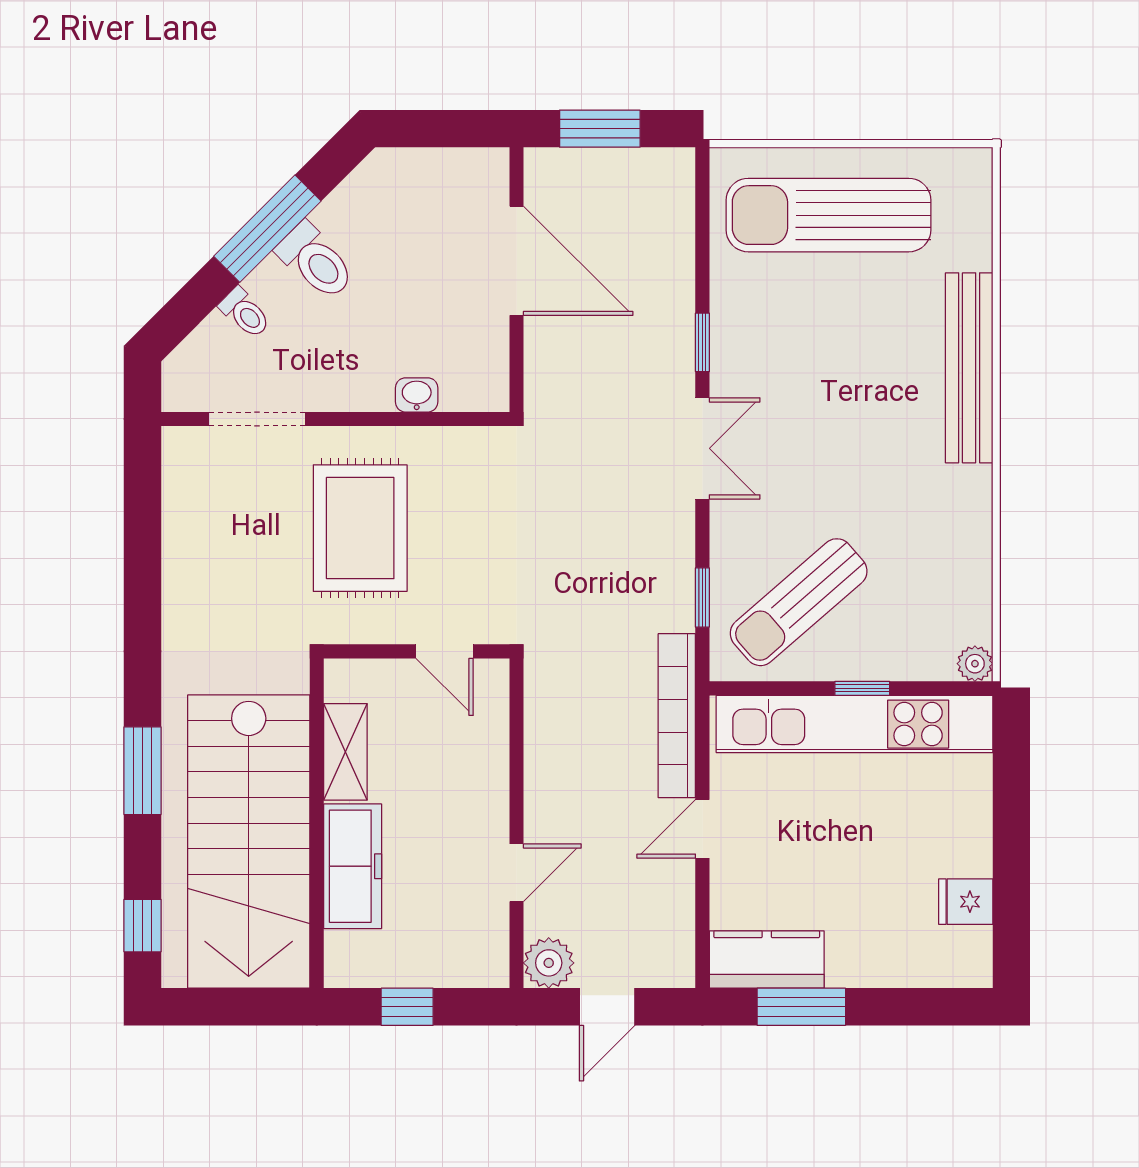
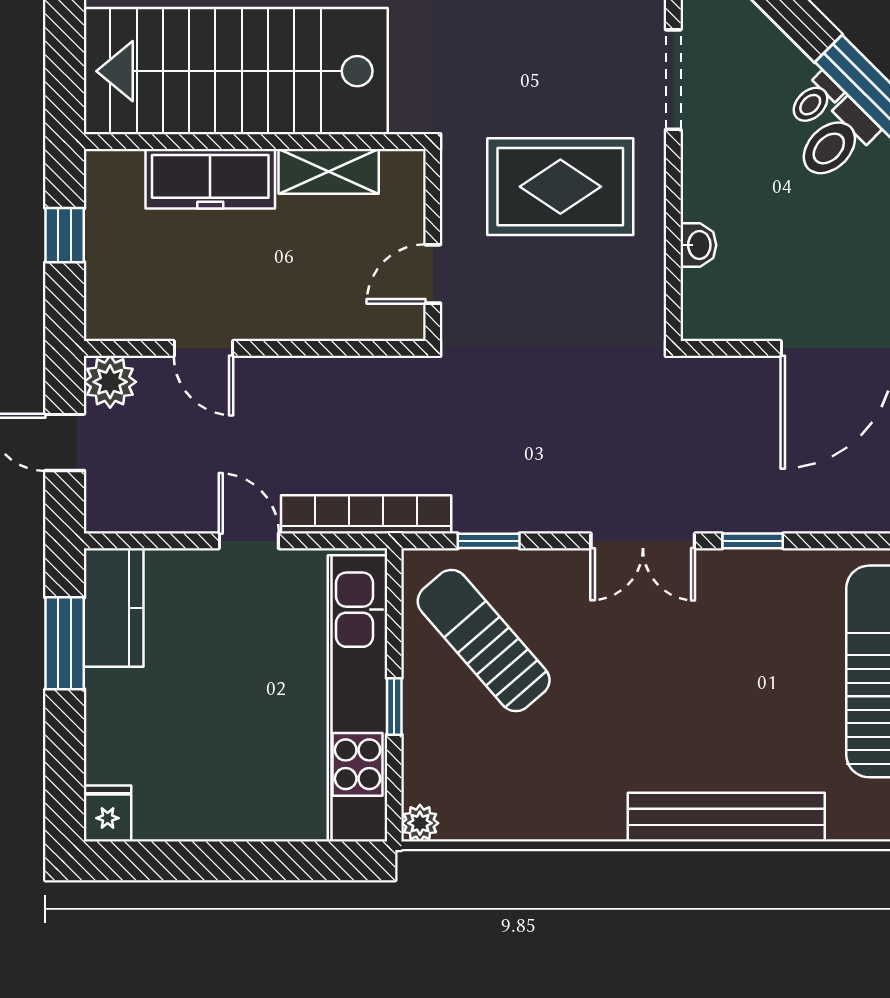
toilet: (245, 313) -> (815, 99), moved
fridge: (966, 902) -> (108, 814), moved

